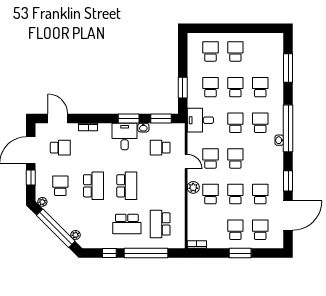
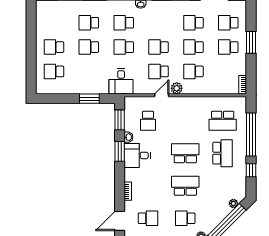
school desk: (210, 87) -> (89, 71), removed
school desk: (60, 148) -> (148, 218), turned 90
plant: (193, 187) -> (177, 88), moved

